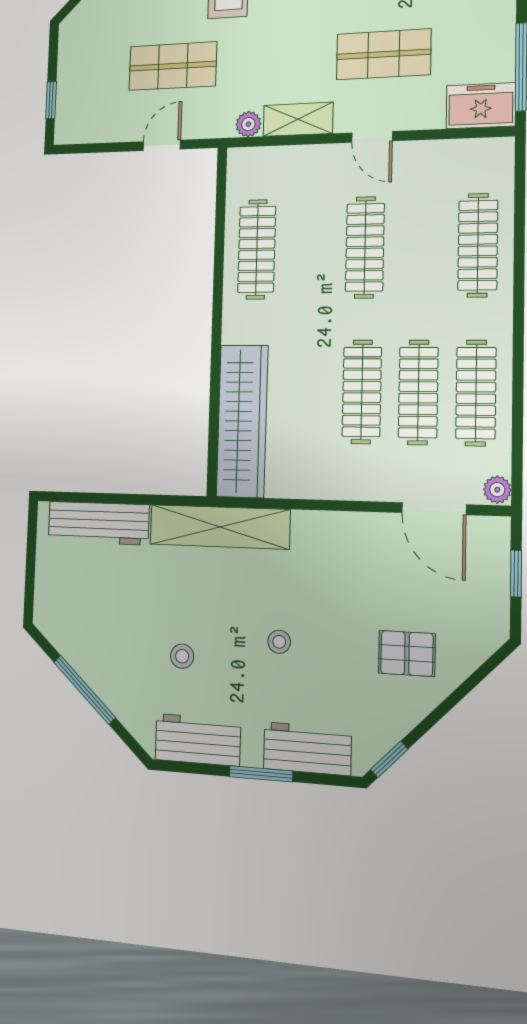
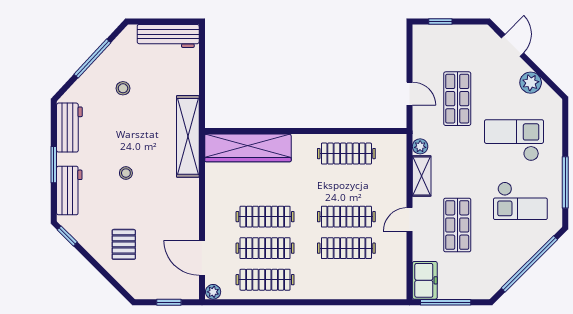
clothes rail: (478, 245) -> (346, 248), moved
door: (434, 509) -> (202, 258), hinge flipped
workbench: (98, 523) -> (168, 36), moved, turned -90
stool: (182, 656) -> (123, 88), moved

